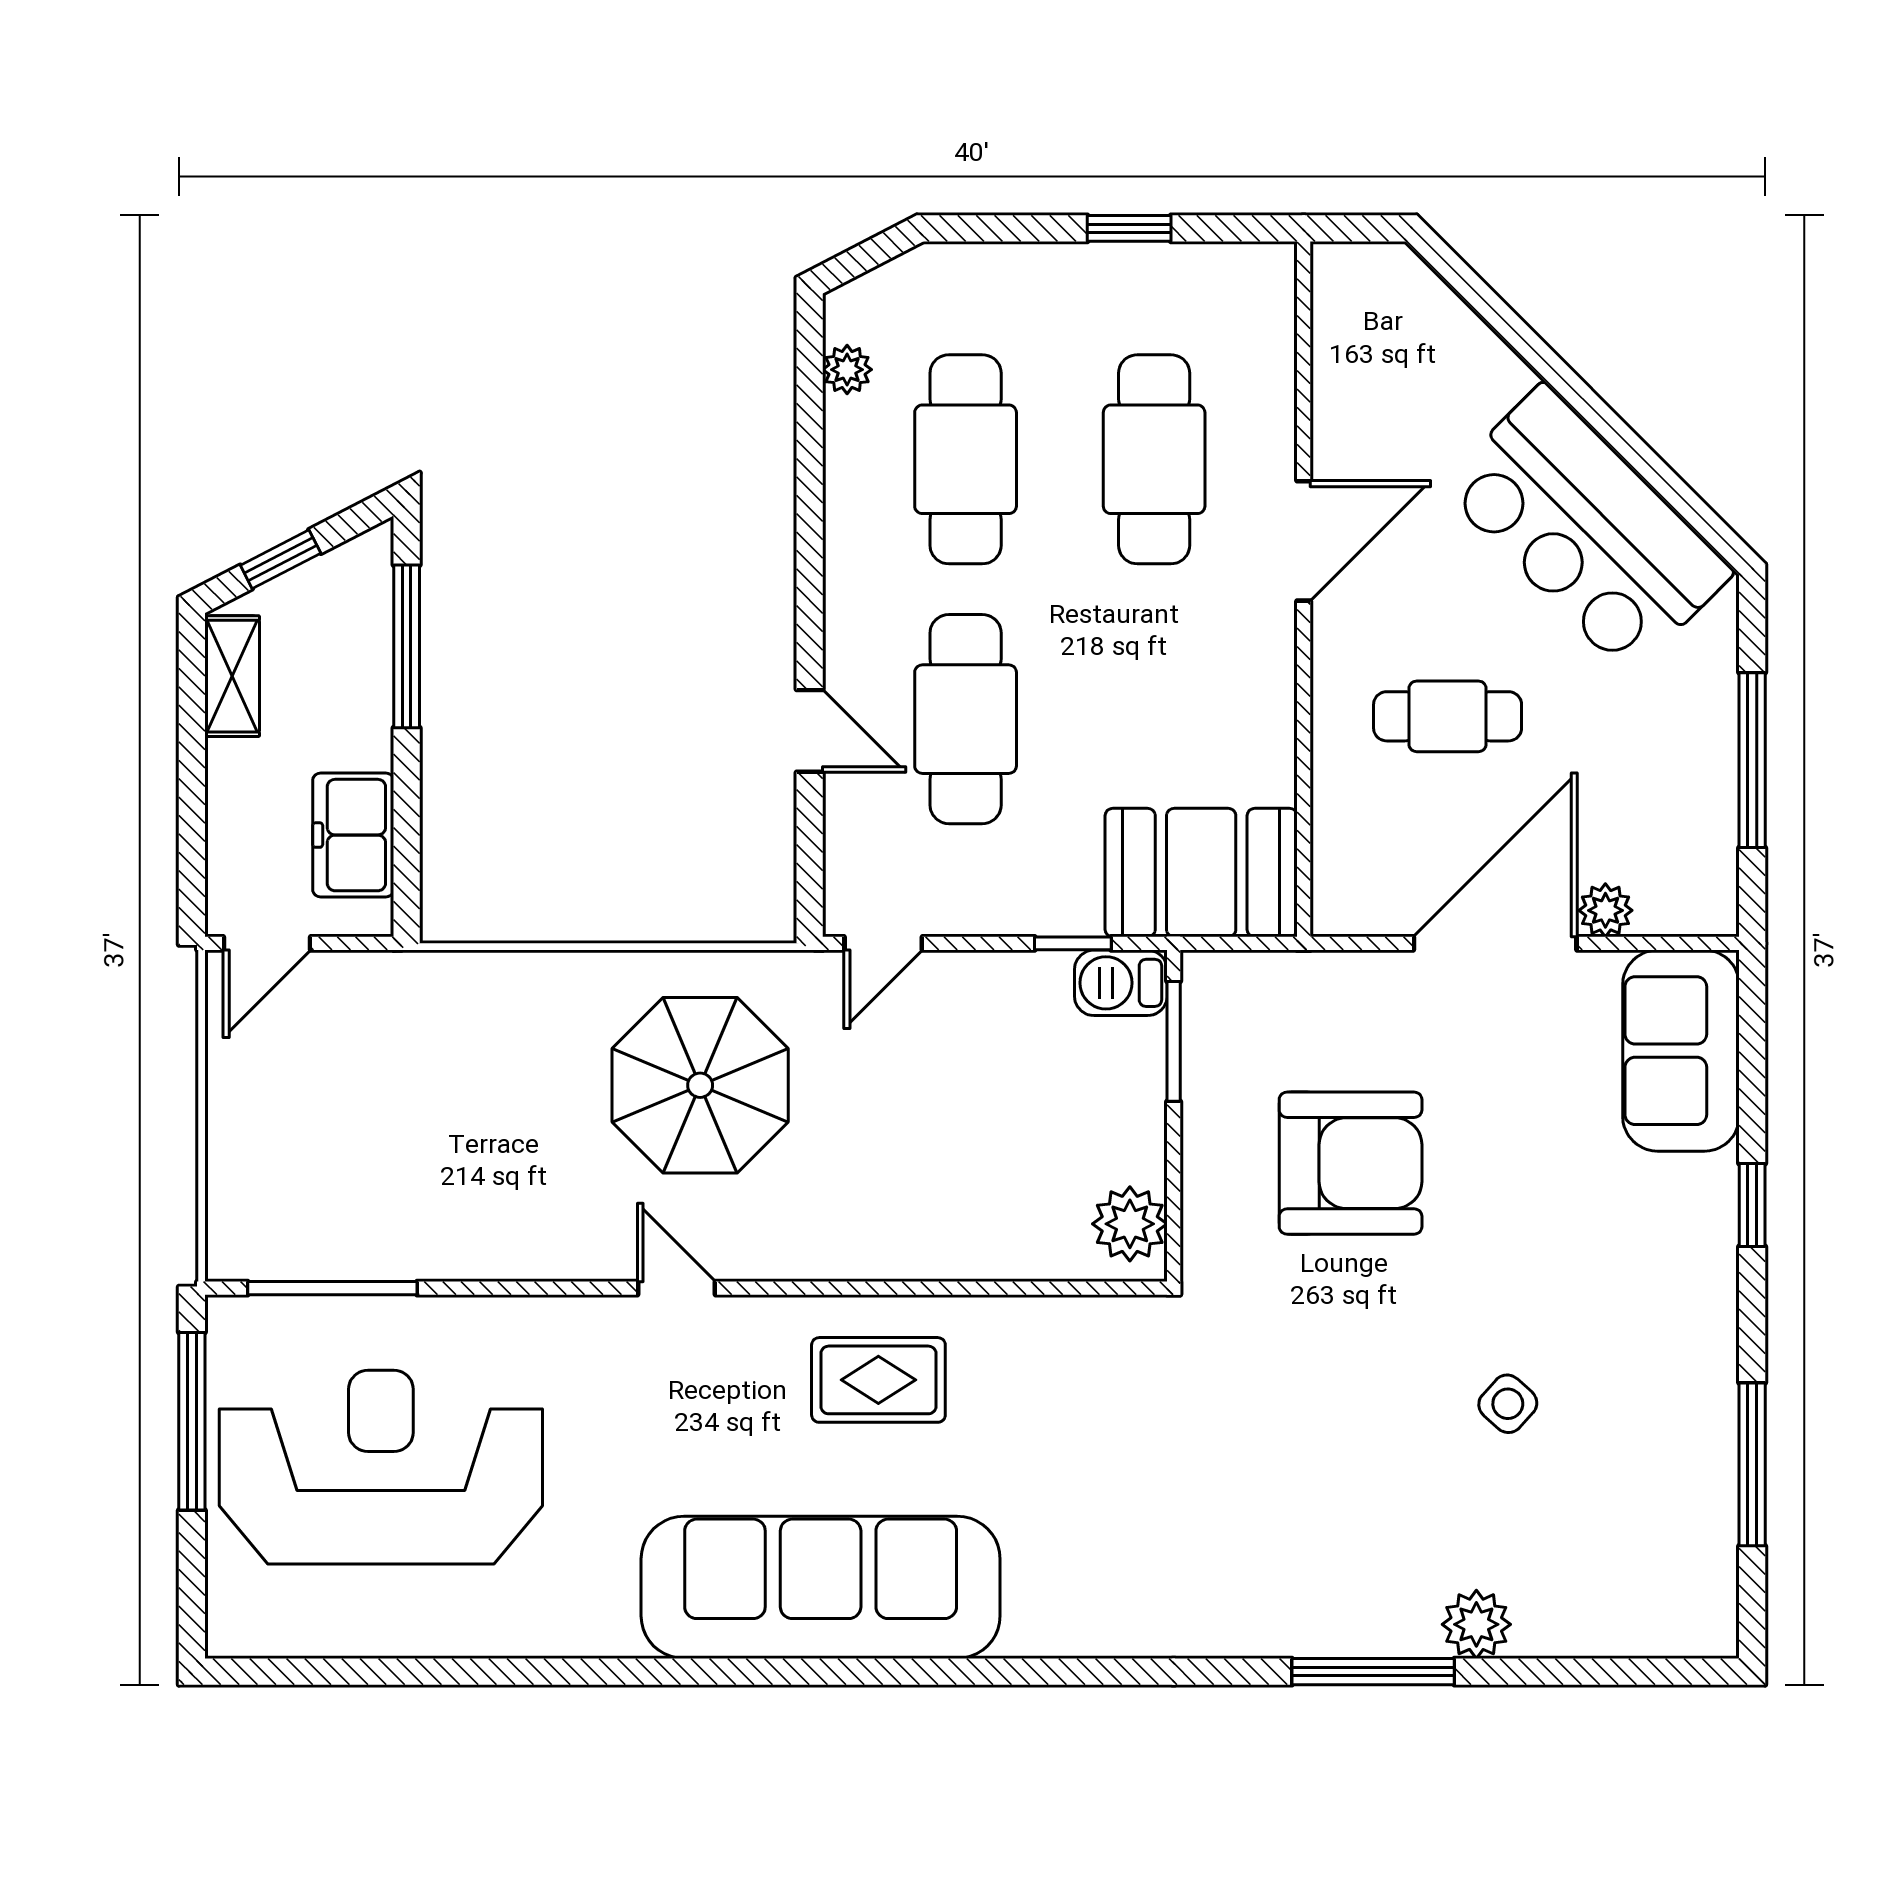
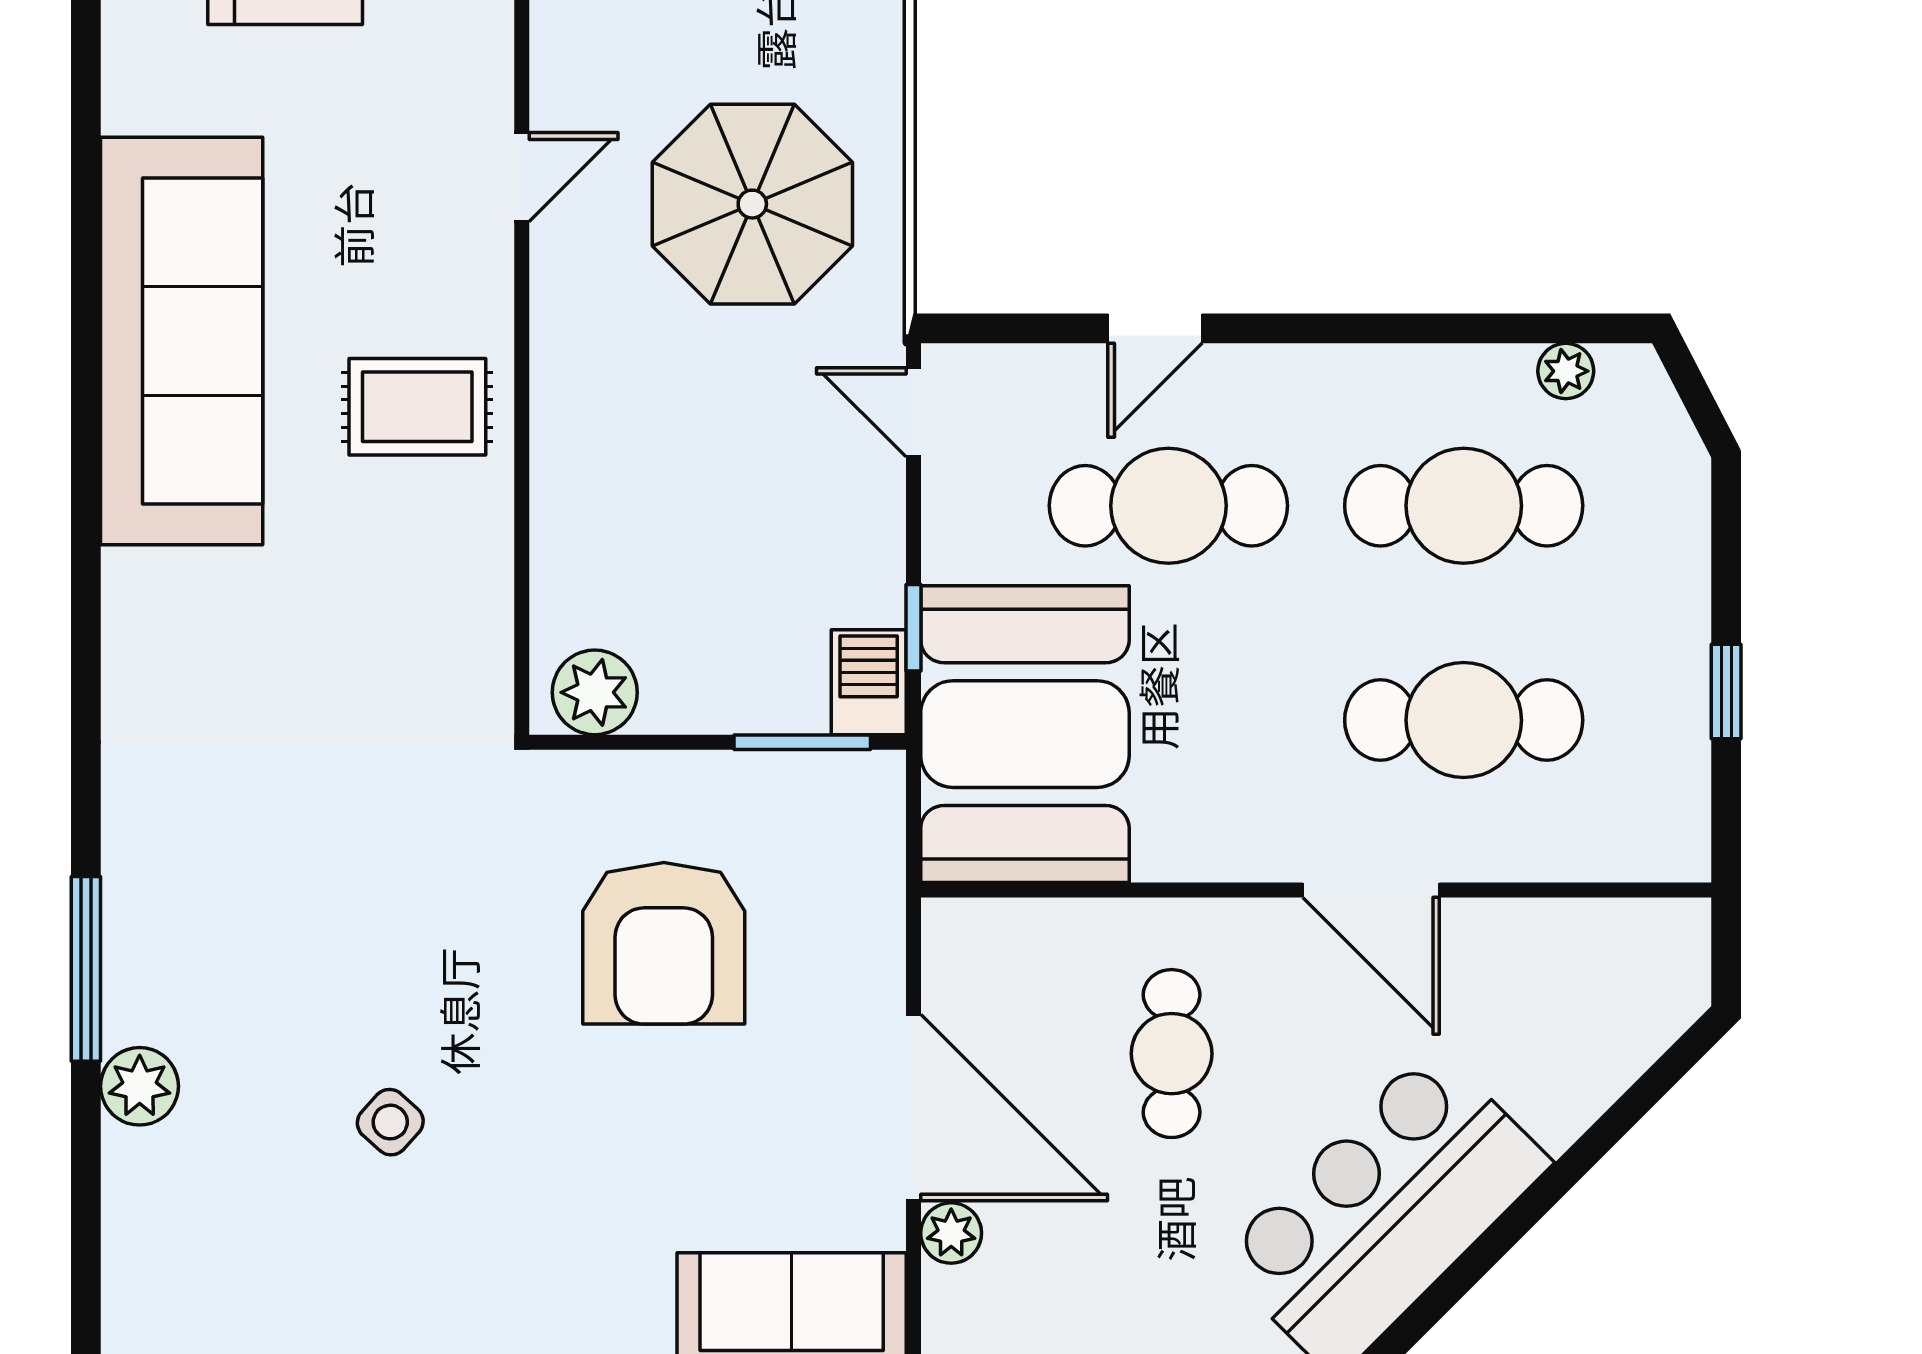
booth: (1201, 873) -> (1025, 734), width x1.36, depth x1.42
rug: (878, 1380) -> (417, 407), turned 90

